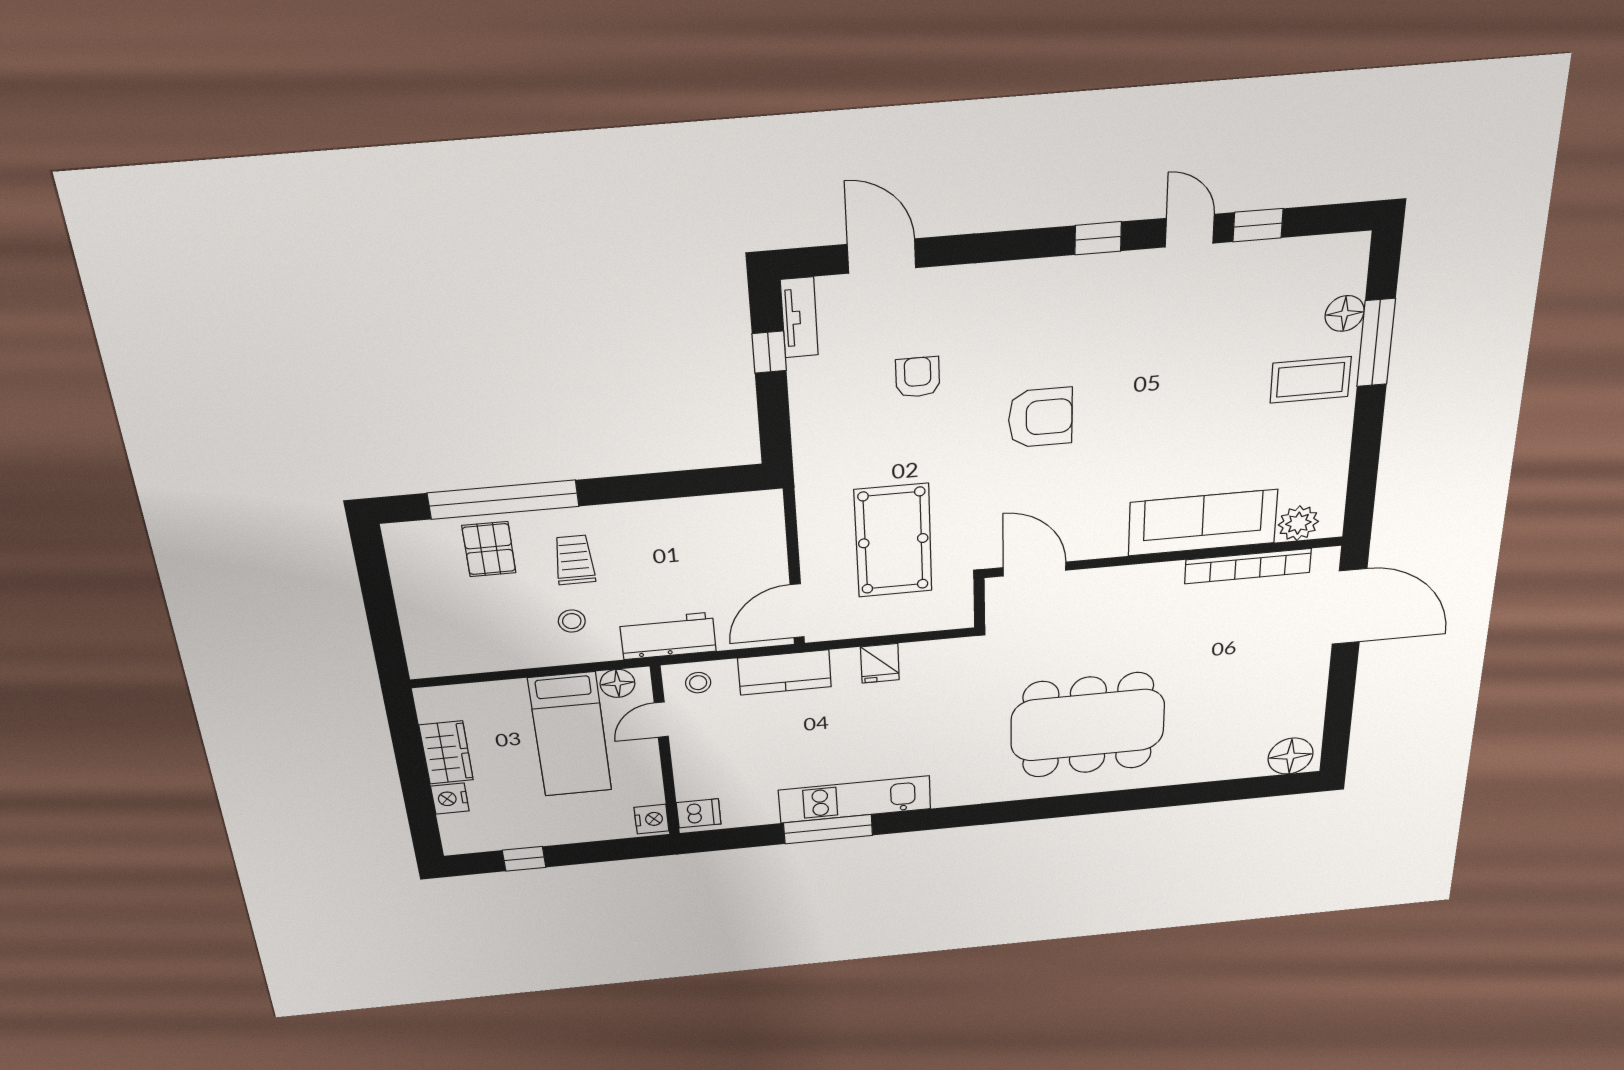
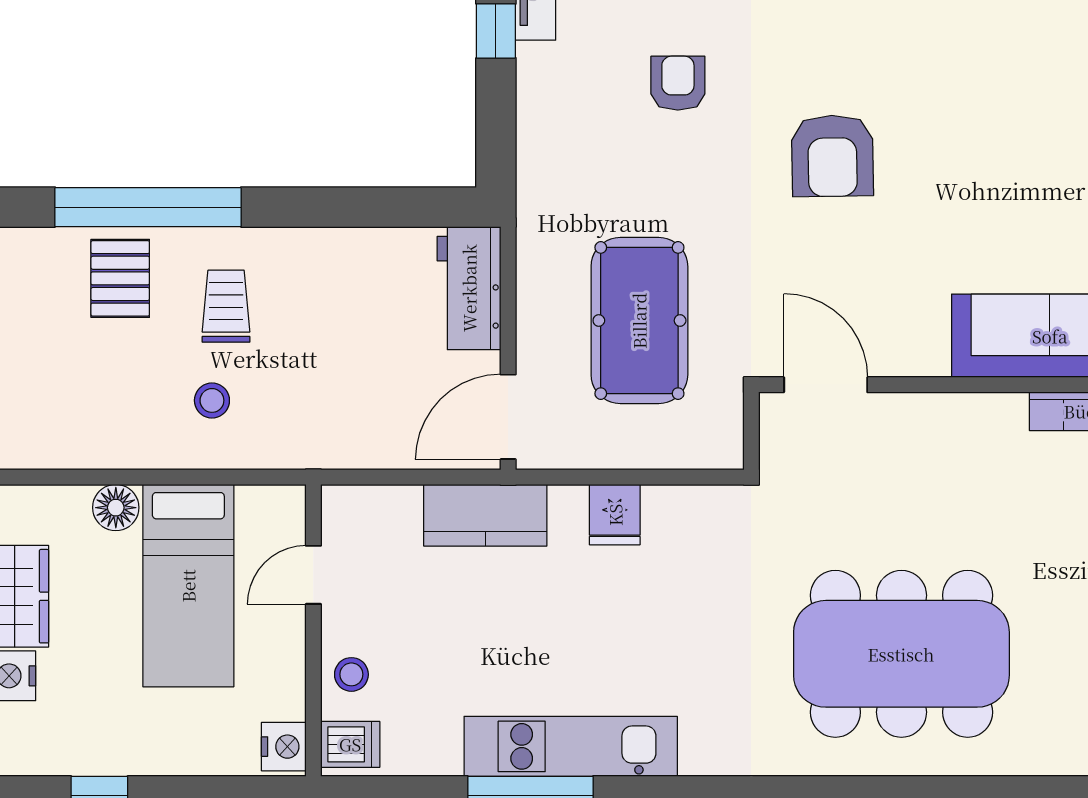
armchair: (1040, 418) -> (832, 156), turned 89
workbench: (668, 636) -> (469, 288), moved, turned -90
floor lamp: (617, 683) -> (116, 508), moved
stool: (698, 683) -> (351, 674), moved

